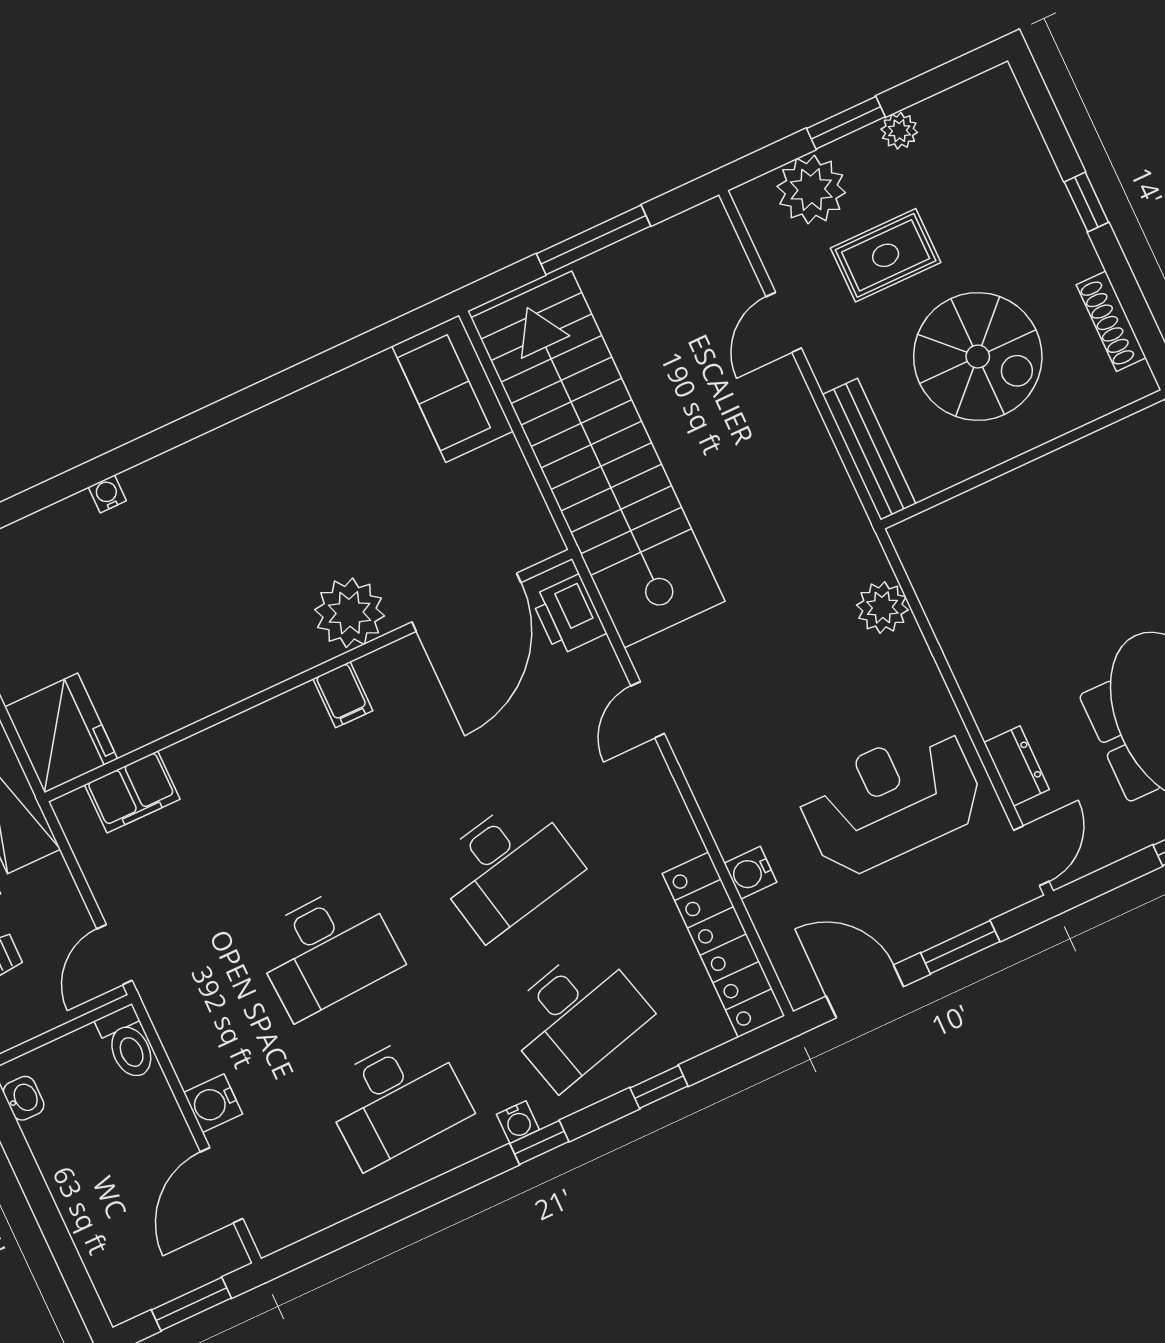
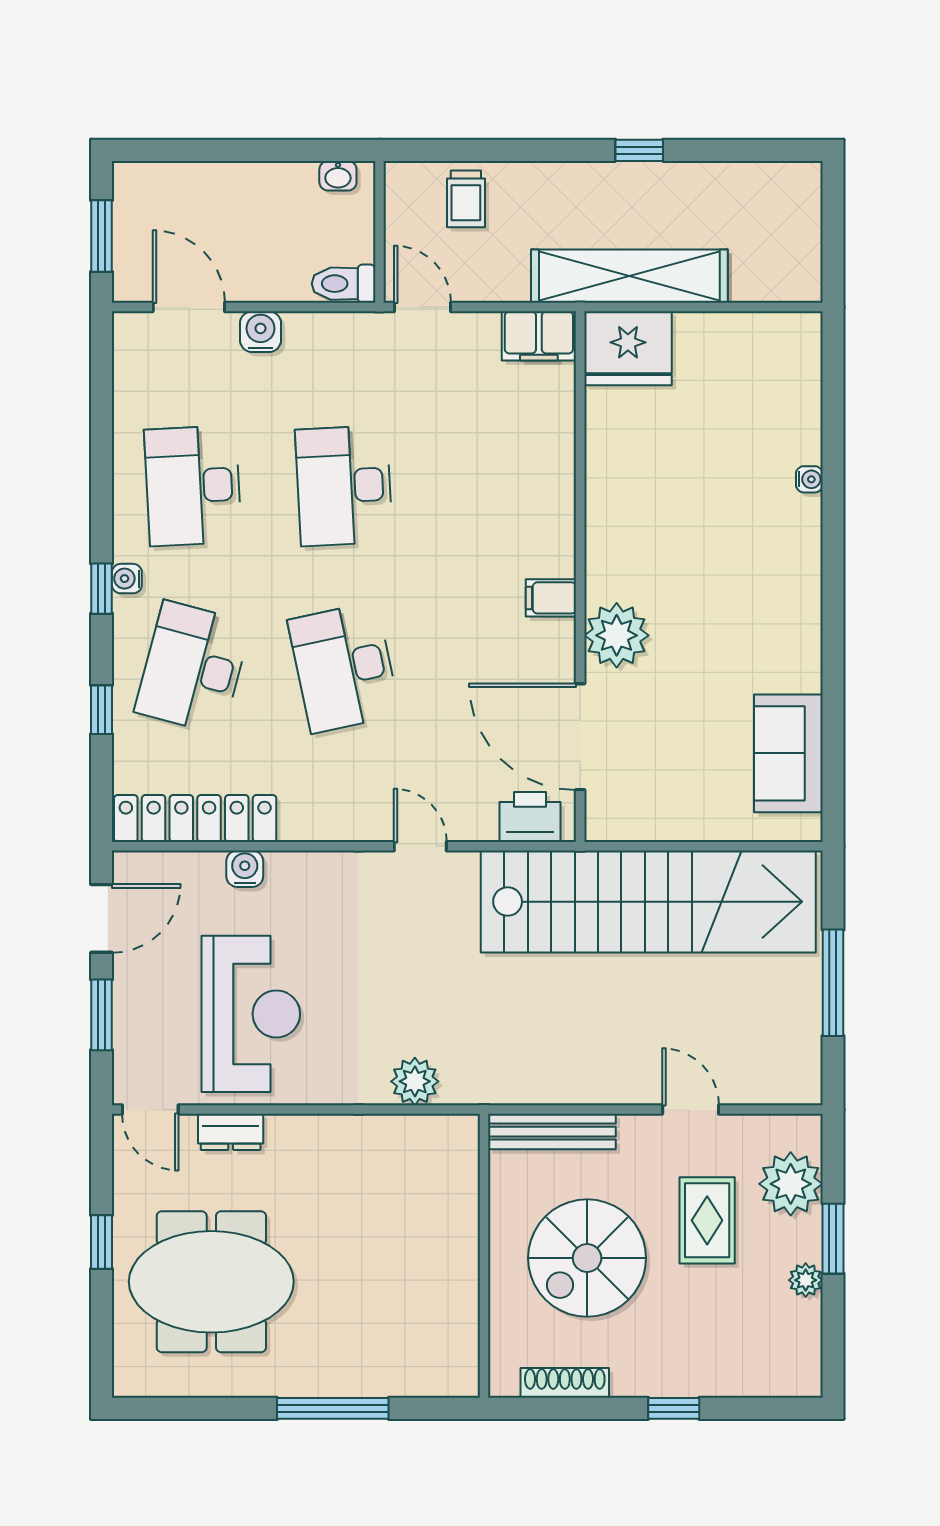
sofa: (453, 389) -> (788, 753), moved, turned -90
filing cabinet: (132, 792) -> (539, 336), moved, turned -90
desk: (575, 1016) -> (193, 667), turned 30

